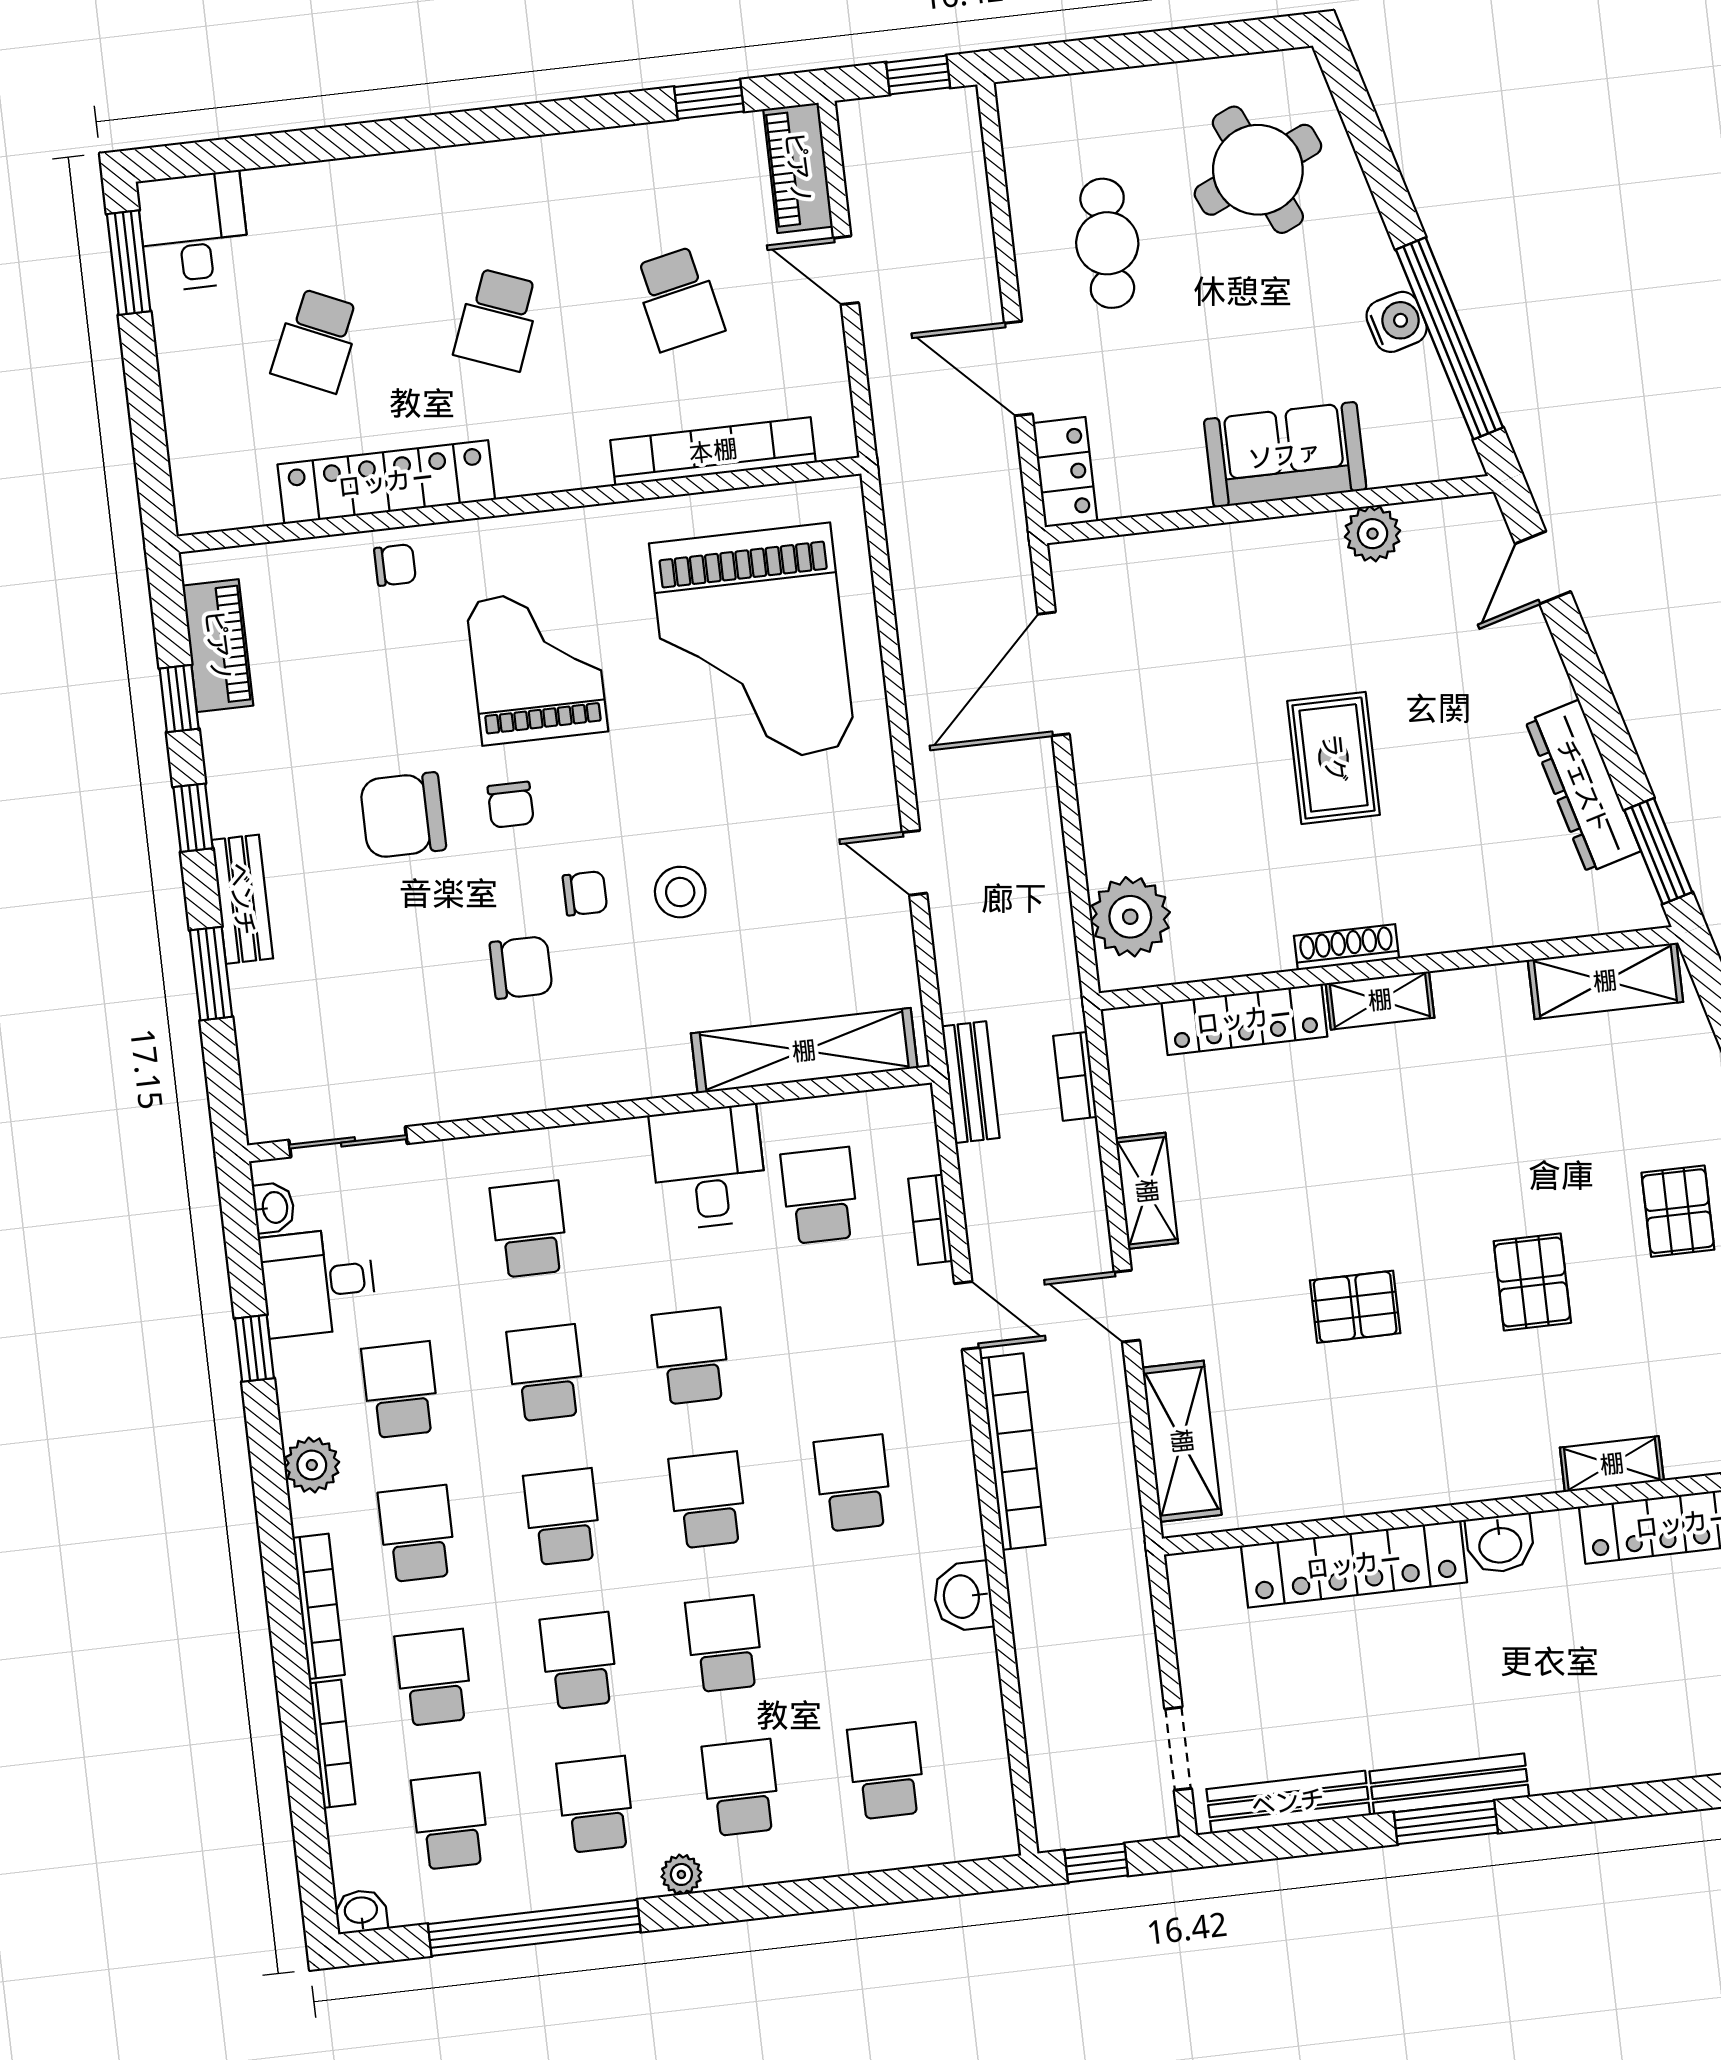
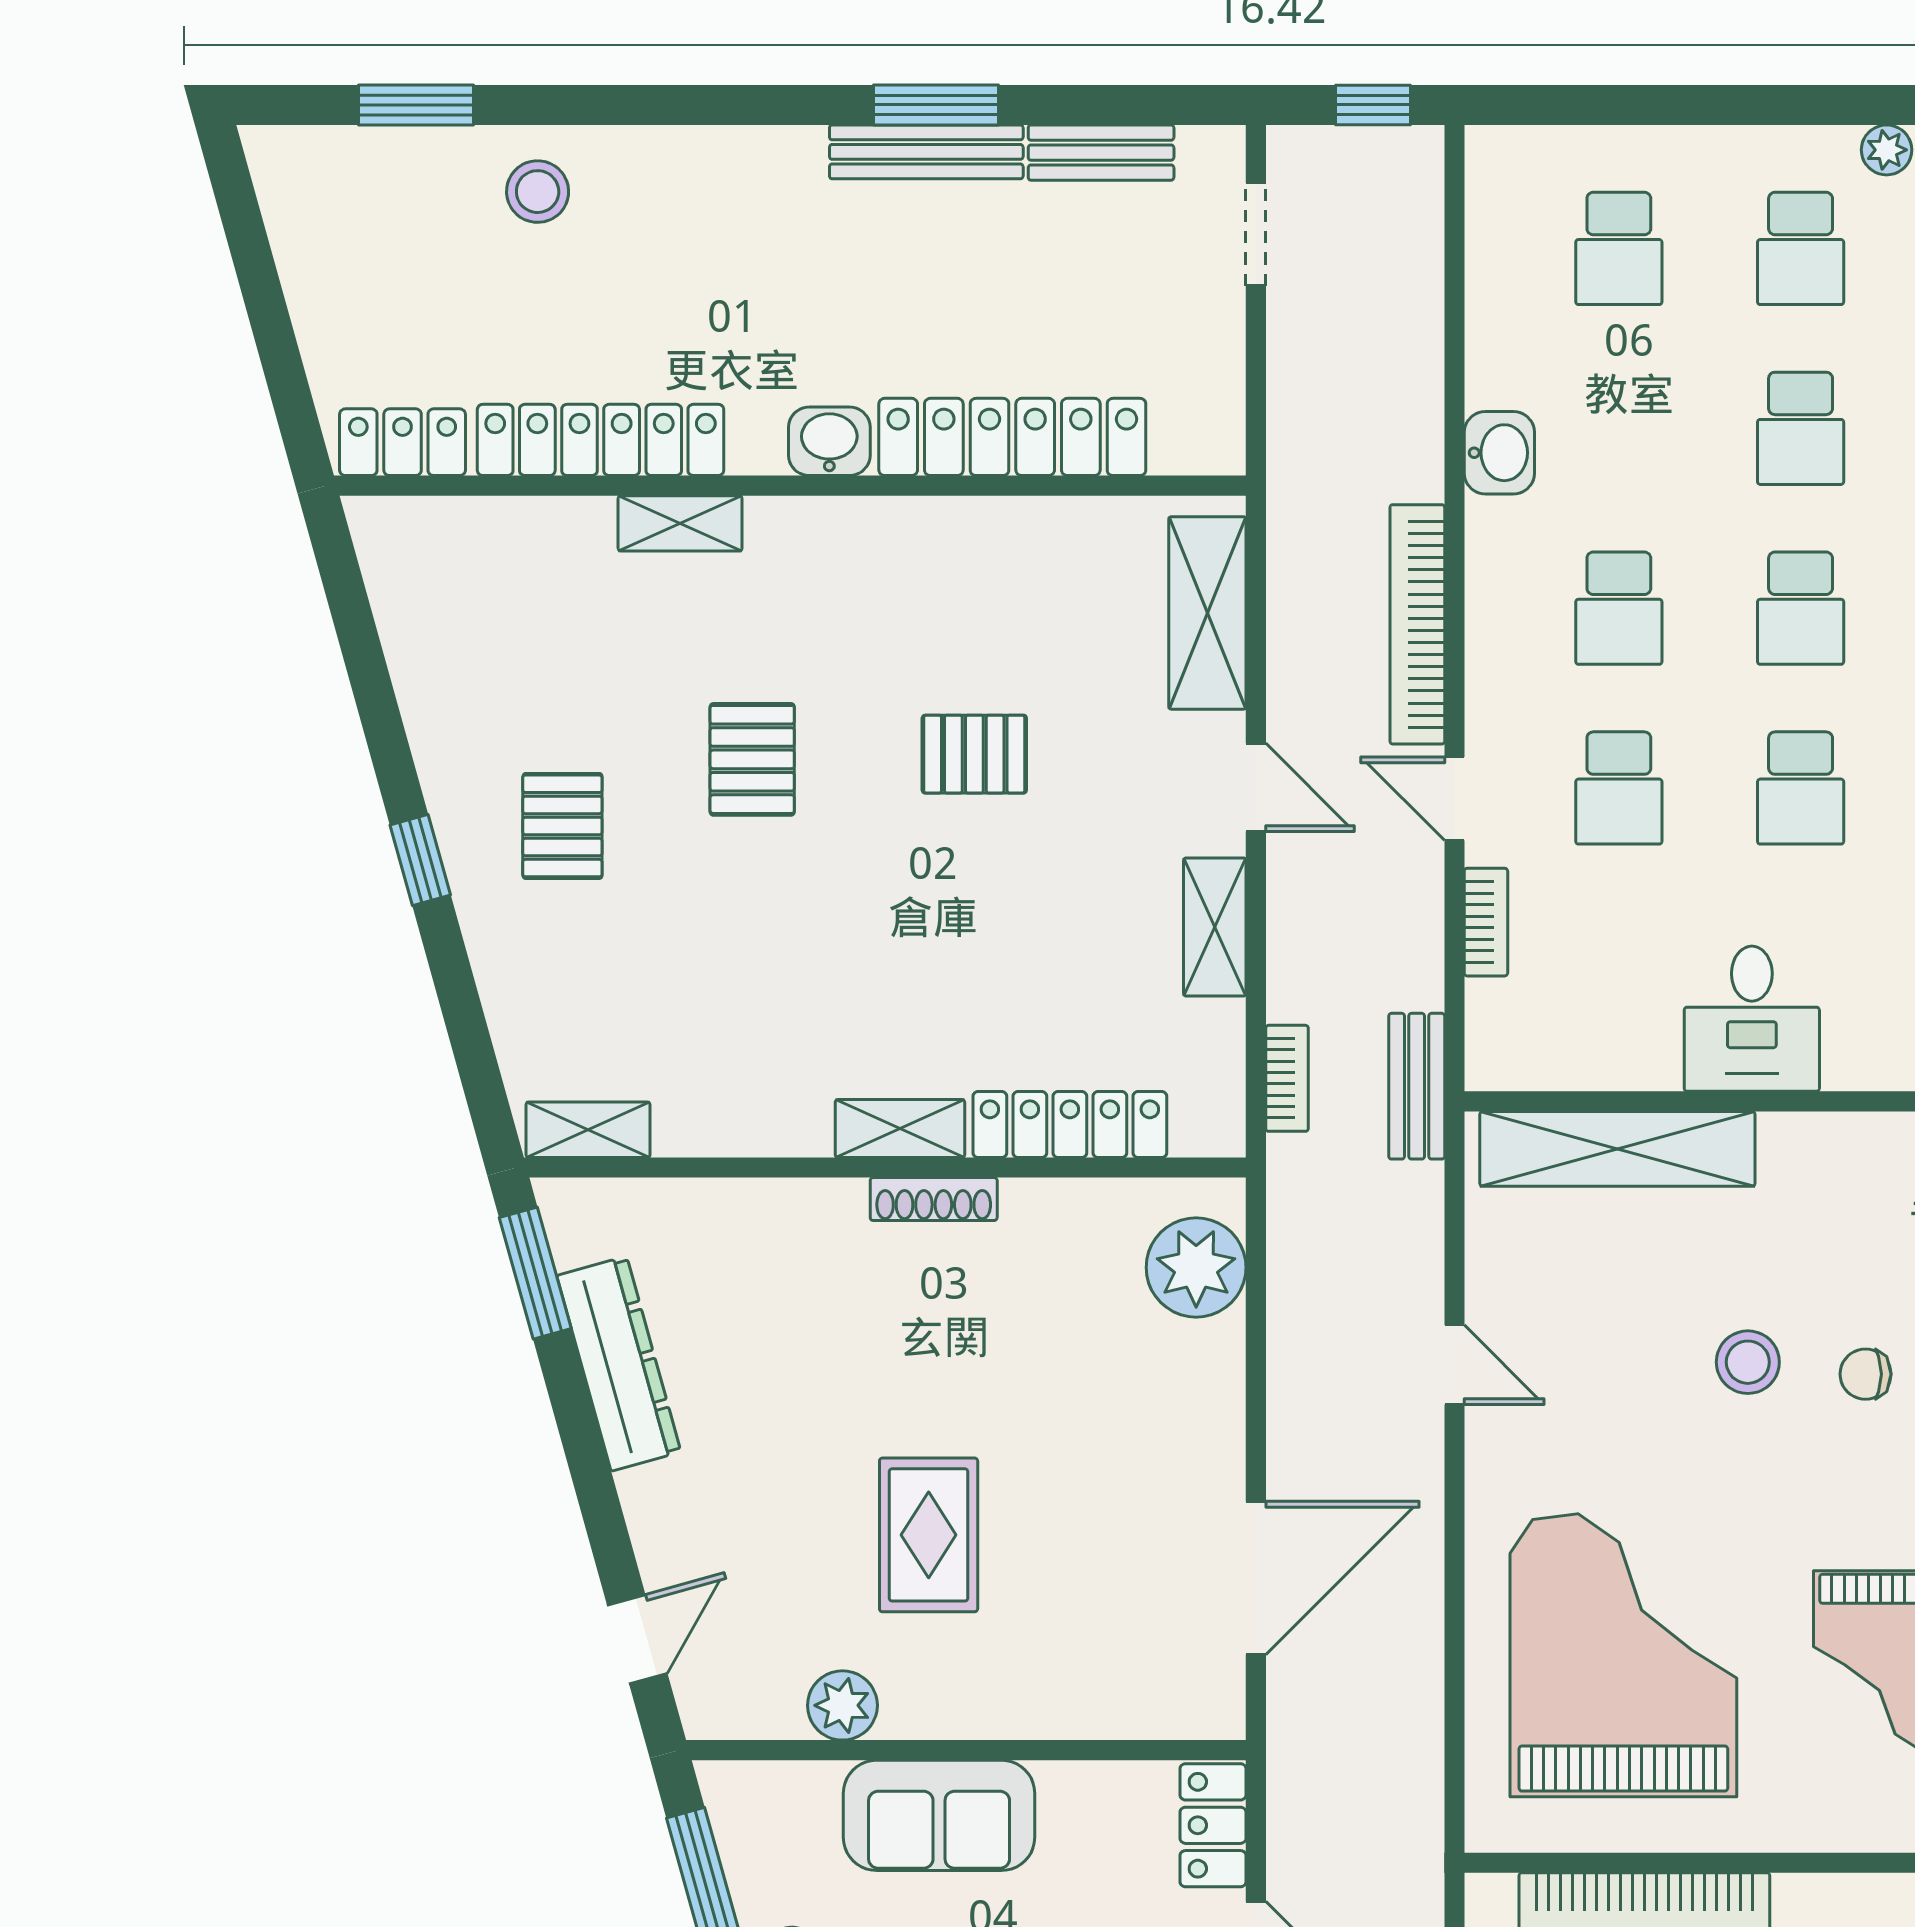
rug: (1334, 758) -> (929, 1535), moved
shelving: (1605, 981) -> (588, 1130), width x0.67, depth x0.75
school desk: (820, 1196) -> (1619, 788), moved
bench: (1288, 1802) -> (1101, 153), width x0.73

